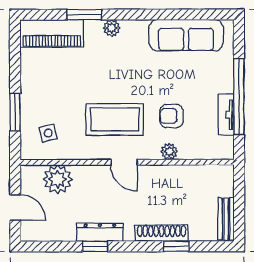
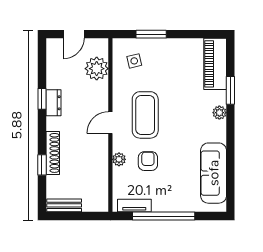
tv unit: (226, 115) -> (134, 206), moved
dresser: (100, 232) -> (53, 103), width x0.70

